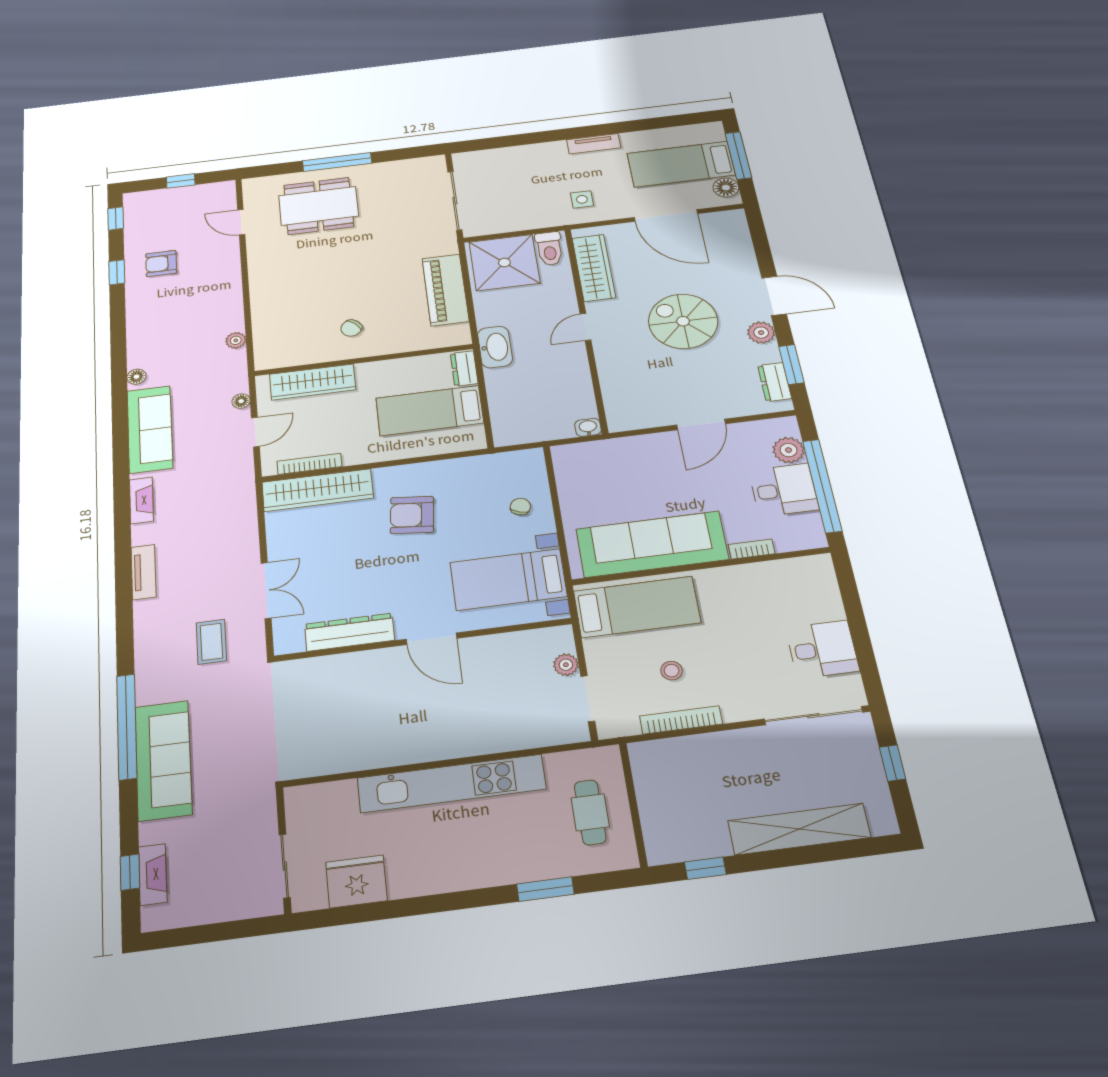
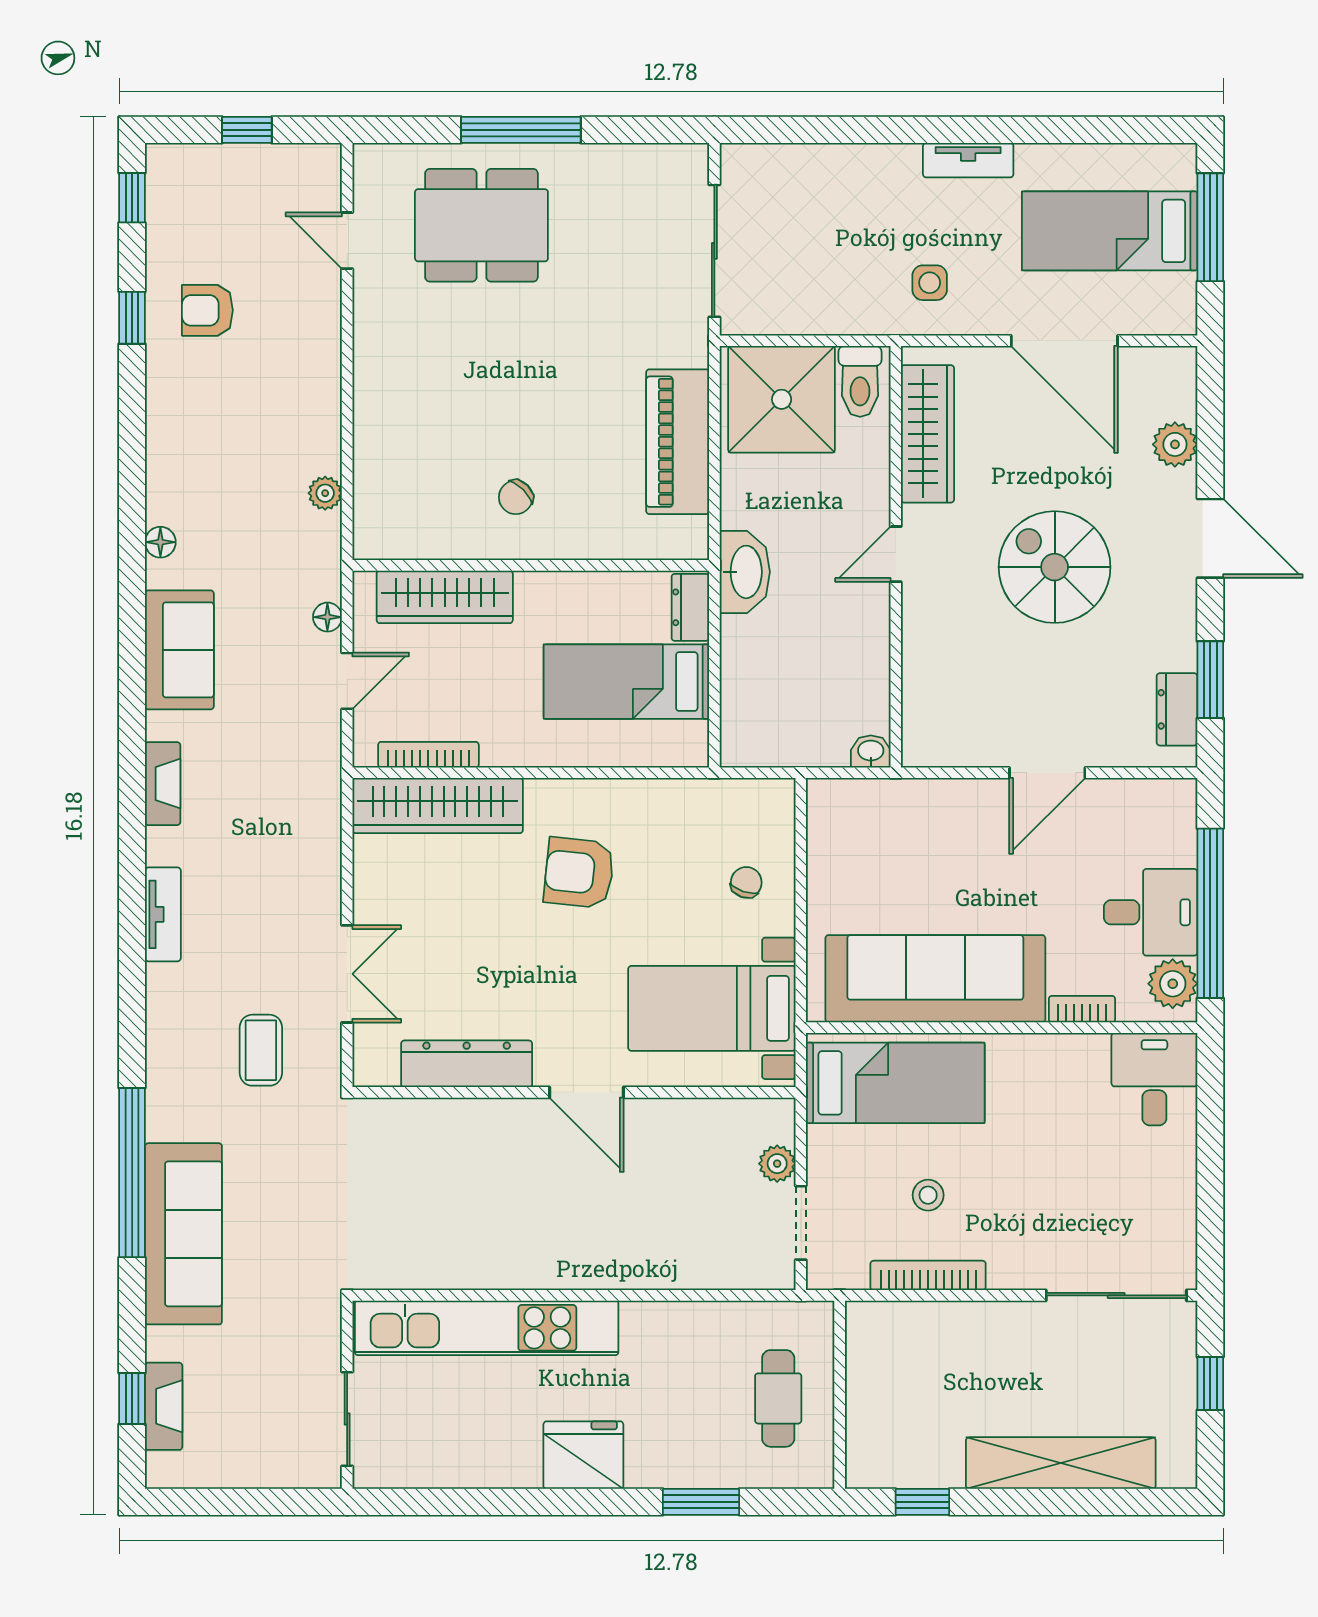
floor lamp: (726, 188) -> (1176, 295), removed
plant: (761, 333) -> (1175, 444), moved
sofa: (150, 429) -> (179, 650), width x0.73
plant: (789, 450) -> (1173, 984), moved
desk: (822, 649) -> (1154, 1079), moved, turned -90
kitchen unit: (452, 784) -> (487, 1328), moved
fridge: (356, 881) -> (583, 1455), moved

